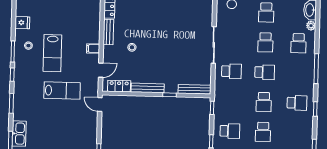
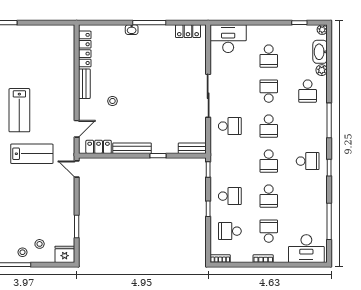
school desk: (265, 42) -> (269, 91), turned 180
filing cabinet: (93, 49) -> (67, 104), removed
school desk: (265, 72) -> (269, 126), turned 90
bench: (195, 89) -> (192, 148), width x0.73

